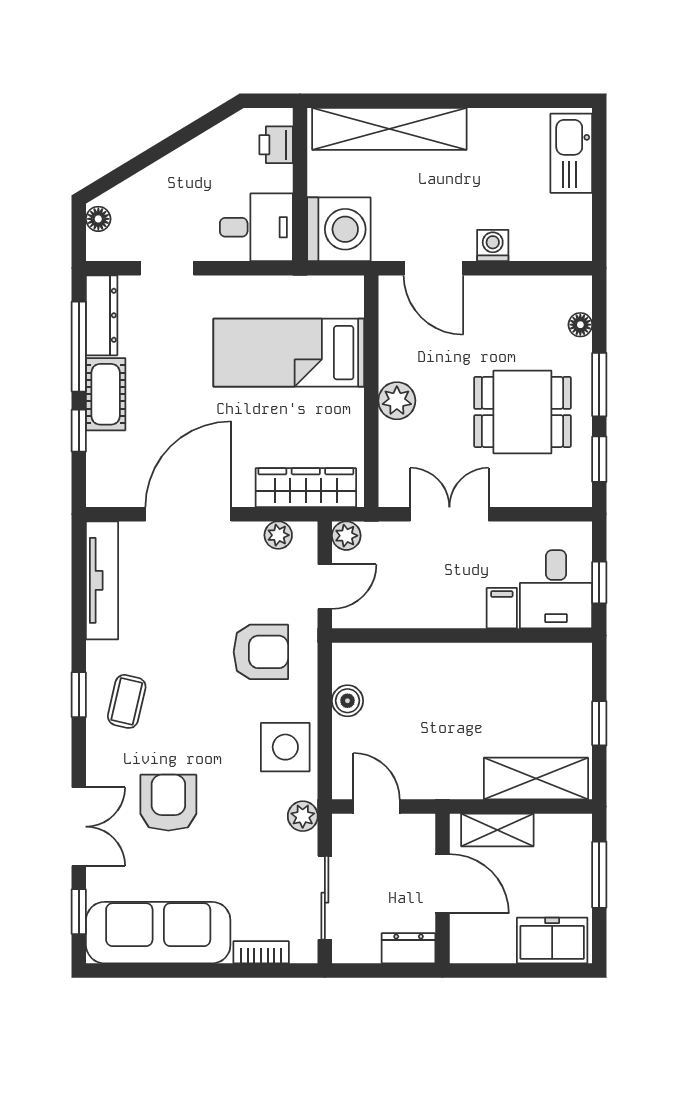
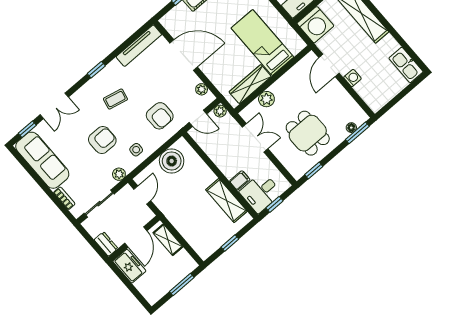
kitchen sink: (571, 153) -> (406, 65), moved, turned -90
window: (599, 385) -> (357, 133), moved
plant: (397, 401) -> (266, 99), moved
wardrobe: (306, 488) -> (250, 84), moved, turned -90
coffee table: (127, 701) -> (115, 99), moved
boiler: (347, 701) -> (172, 161), width x1.86, depth x1.86
side table: (285, 747) -> (136, 150), width x0.54, depth x0.54
shelving: (536, 778) -> (226, 201), moved
armchair: (168, 803) -> (102, 140), moved
freezer: (552, 940) -> (129, 266), moved

